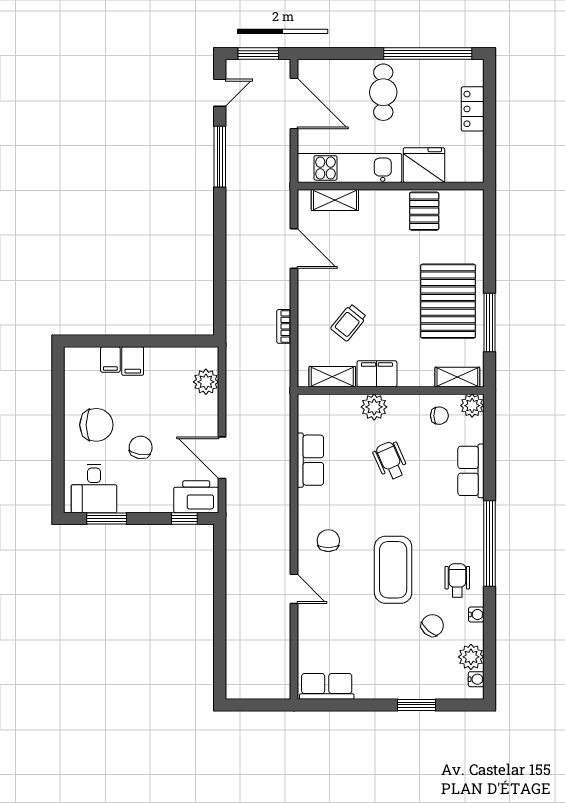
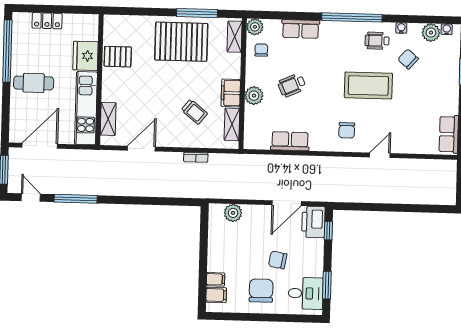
filing cabinet: (133, 361) -> (216, 295), moved
chair: (328, 541) -> (347, 130), turned -89

